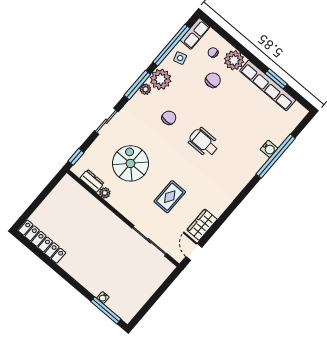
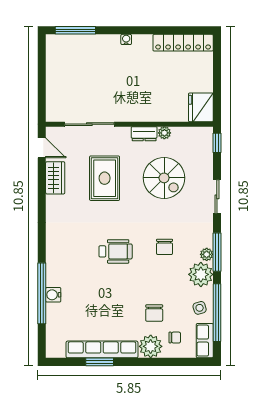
dresser: (92, 181) -> (144, 134), moved
fridge: (67, 189) -> (201, 107), added
rug: (170, 197) -> (105, 178), width x1.36, depth x1.43
water cooler: (103, 298) -> (126, 39), moved

